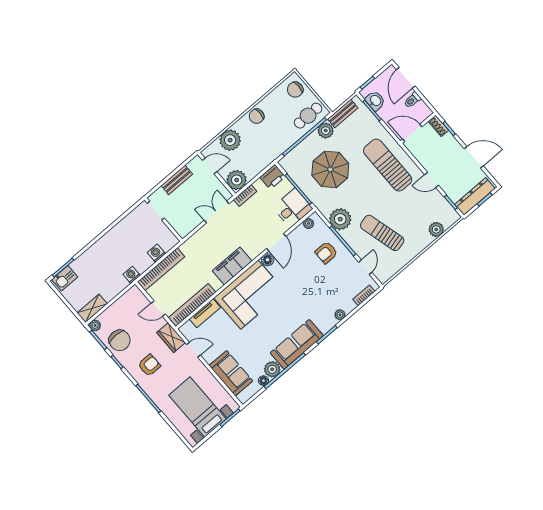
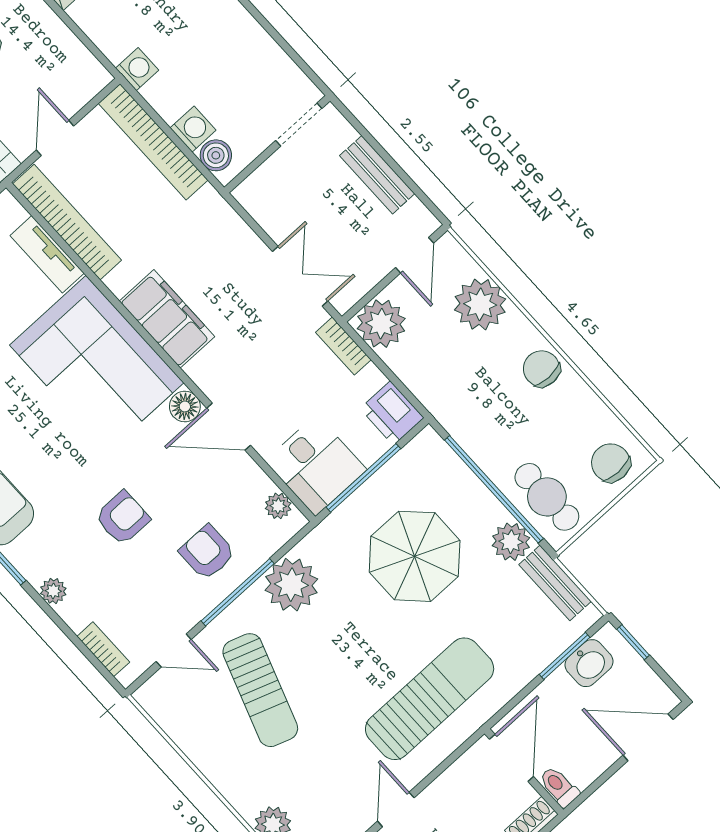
toilet: (412, 100) -> (559, 787), moved
sun lounger: (382, 233) -> (260, 690), turned 124
boiler: (167, 244) -> (216, 155), added
armchair: (311, 286) -> (123, 518), added

